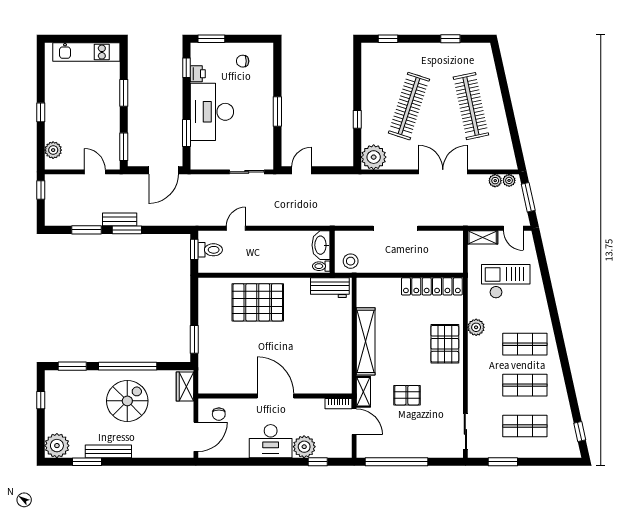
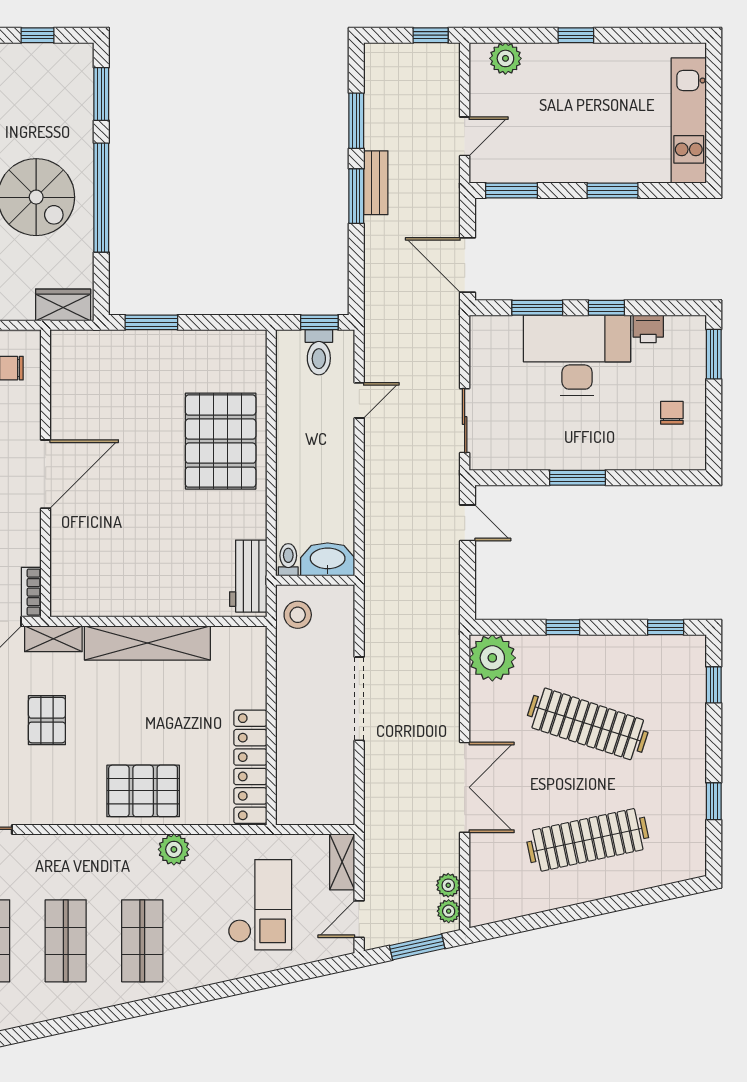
window: (357, 64) -> (666, 627), added
window: (186, 68) -> (606, 308), moved
door: (236, 228) -> (359, 400), hinge flipped

